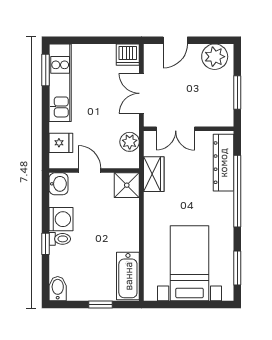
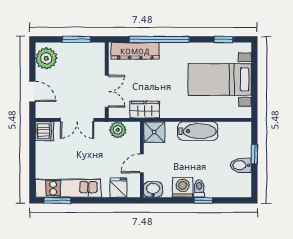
window: (237, 268) -> (224, 39), width x0.67
bathtub: (128, 276) -> (198, 131), moved
bidet: (58, 289) -> (241, 165), moved

